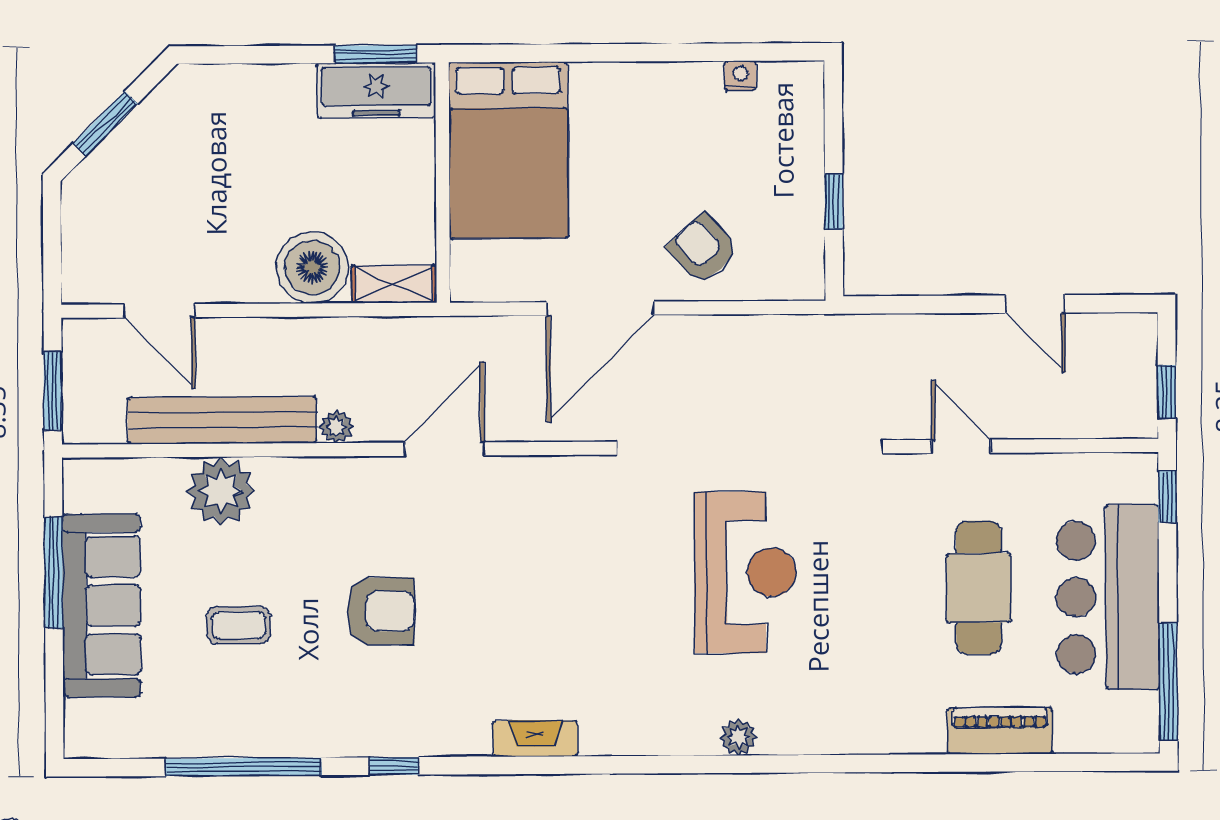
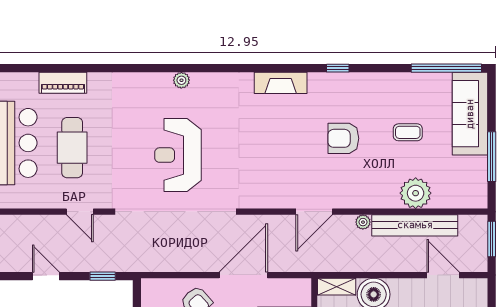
window: (910, 305) -> (103, 276), added
sofa: (102, 606) -> (470, 114), moved
fireplace: (535, 739) -> (281, 83), width x1.37, depth x1.32
window: (244, 767) -> (446, 68), moved

